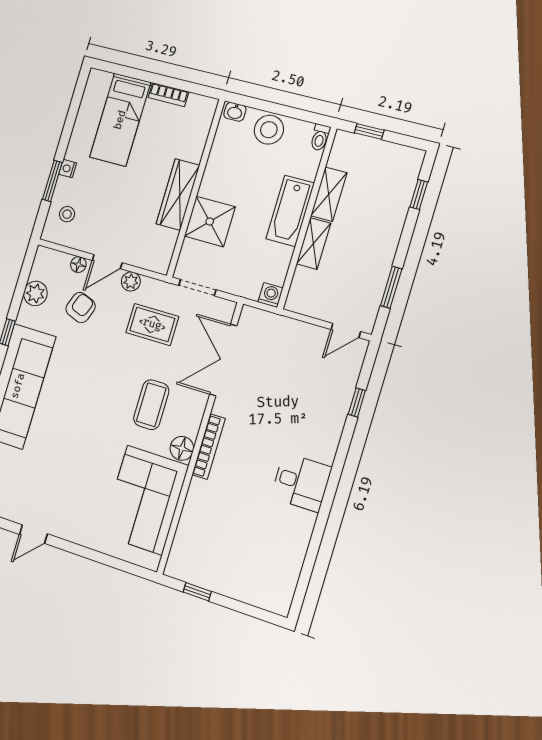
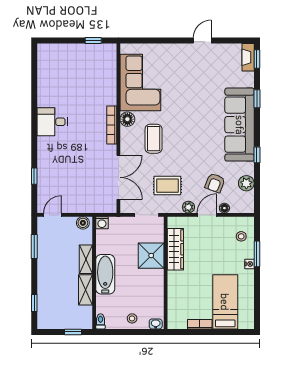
stool: (269, 130) -> (132, 318), width x0.53, depth x0.53
wardrobe: (178, 195) -> (175, 249), moved
boiler: (301, 303) -> (83, 223), added

